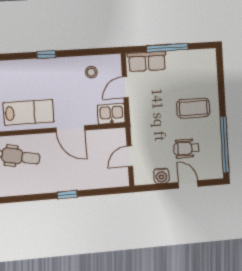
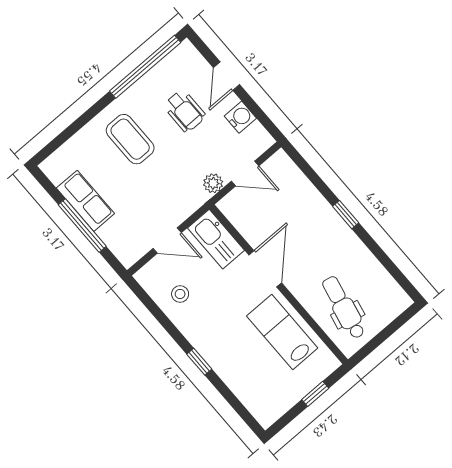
row of seats: (147, 61) -> (85, 201), moved
kitchen sink: (111, 114) -> (216, 239), width x1.38
plant: (137, 135) -> (213, 183), added

